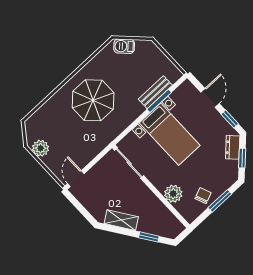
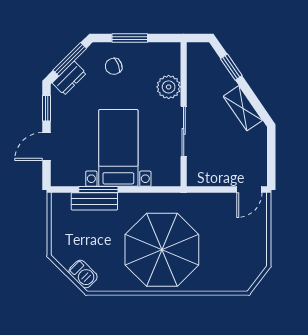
parasol: (93, 100) -> (162, 250), width x1.36, depth x1.36
plant: (41, 148) -> (256, 251), removed
window: (242, 158) -> (70, 59), width x1.50
sliding door: (129, 163) -> (184, 131), moved
chair: (203, 196) -> (114, 66), moved

